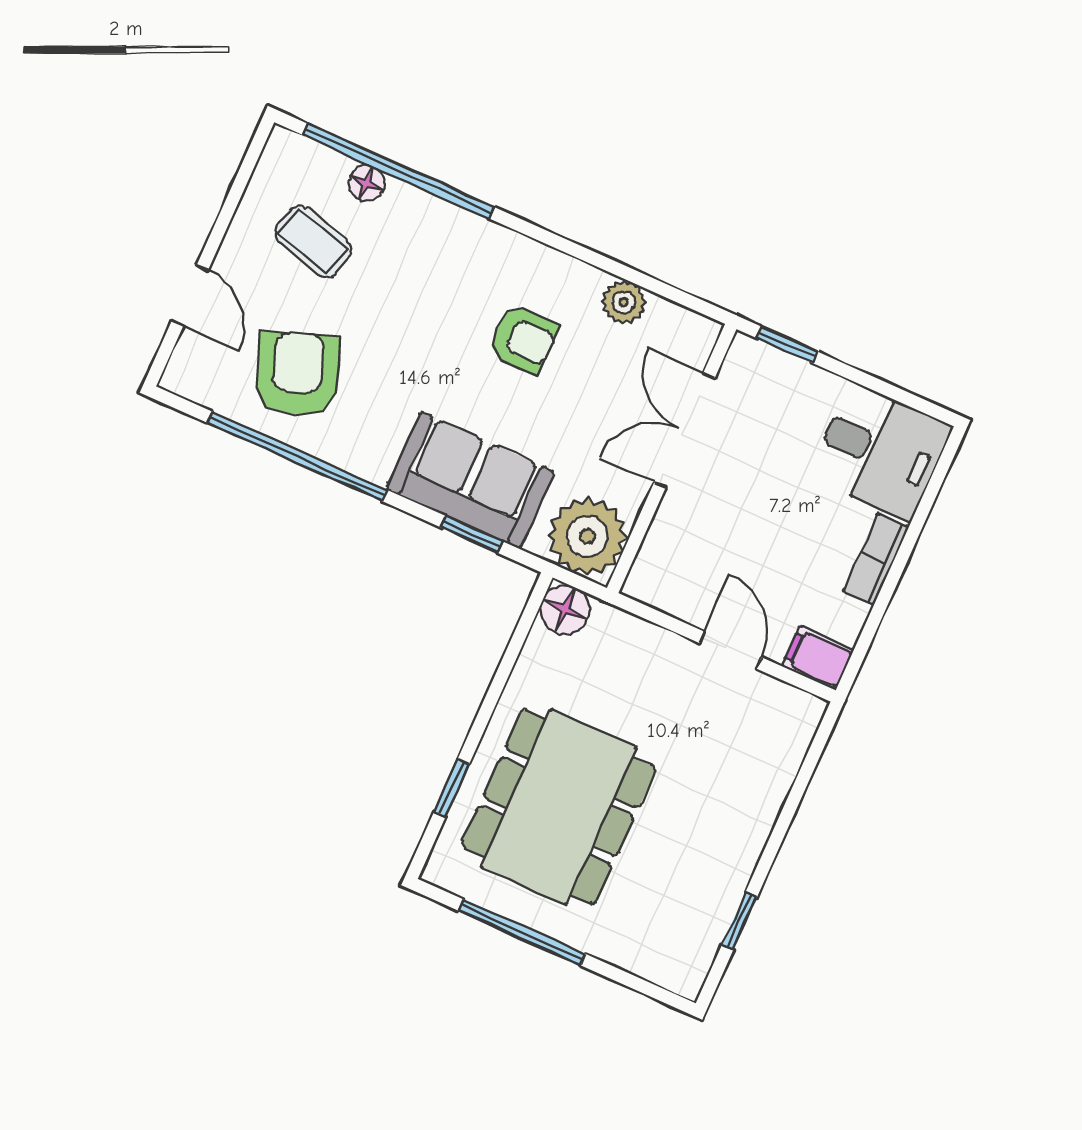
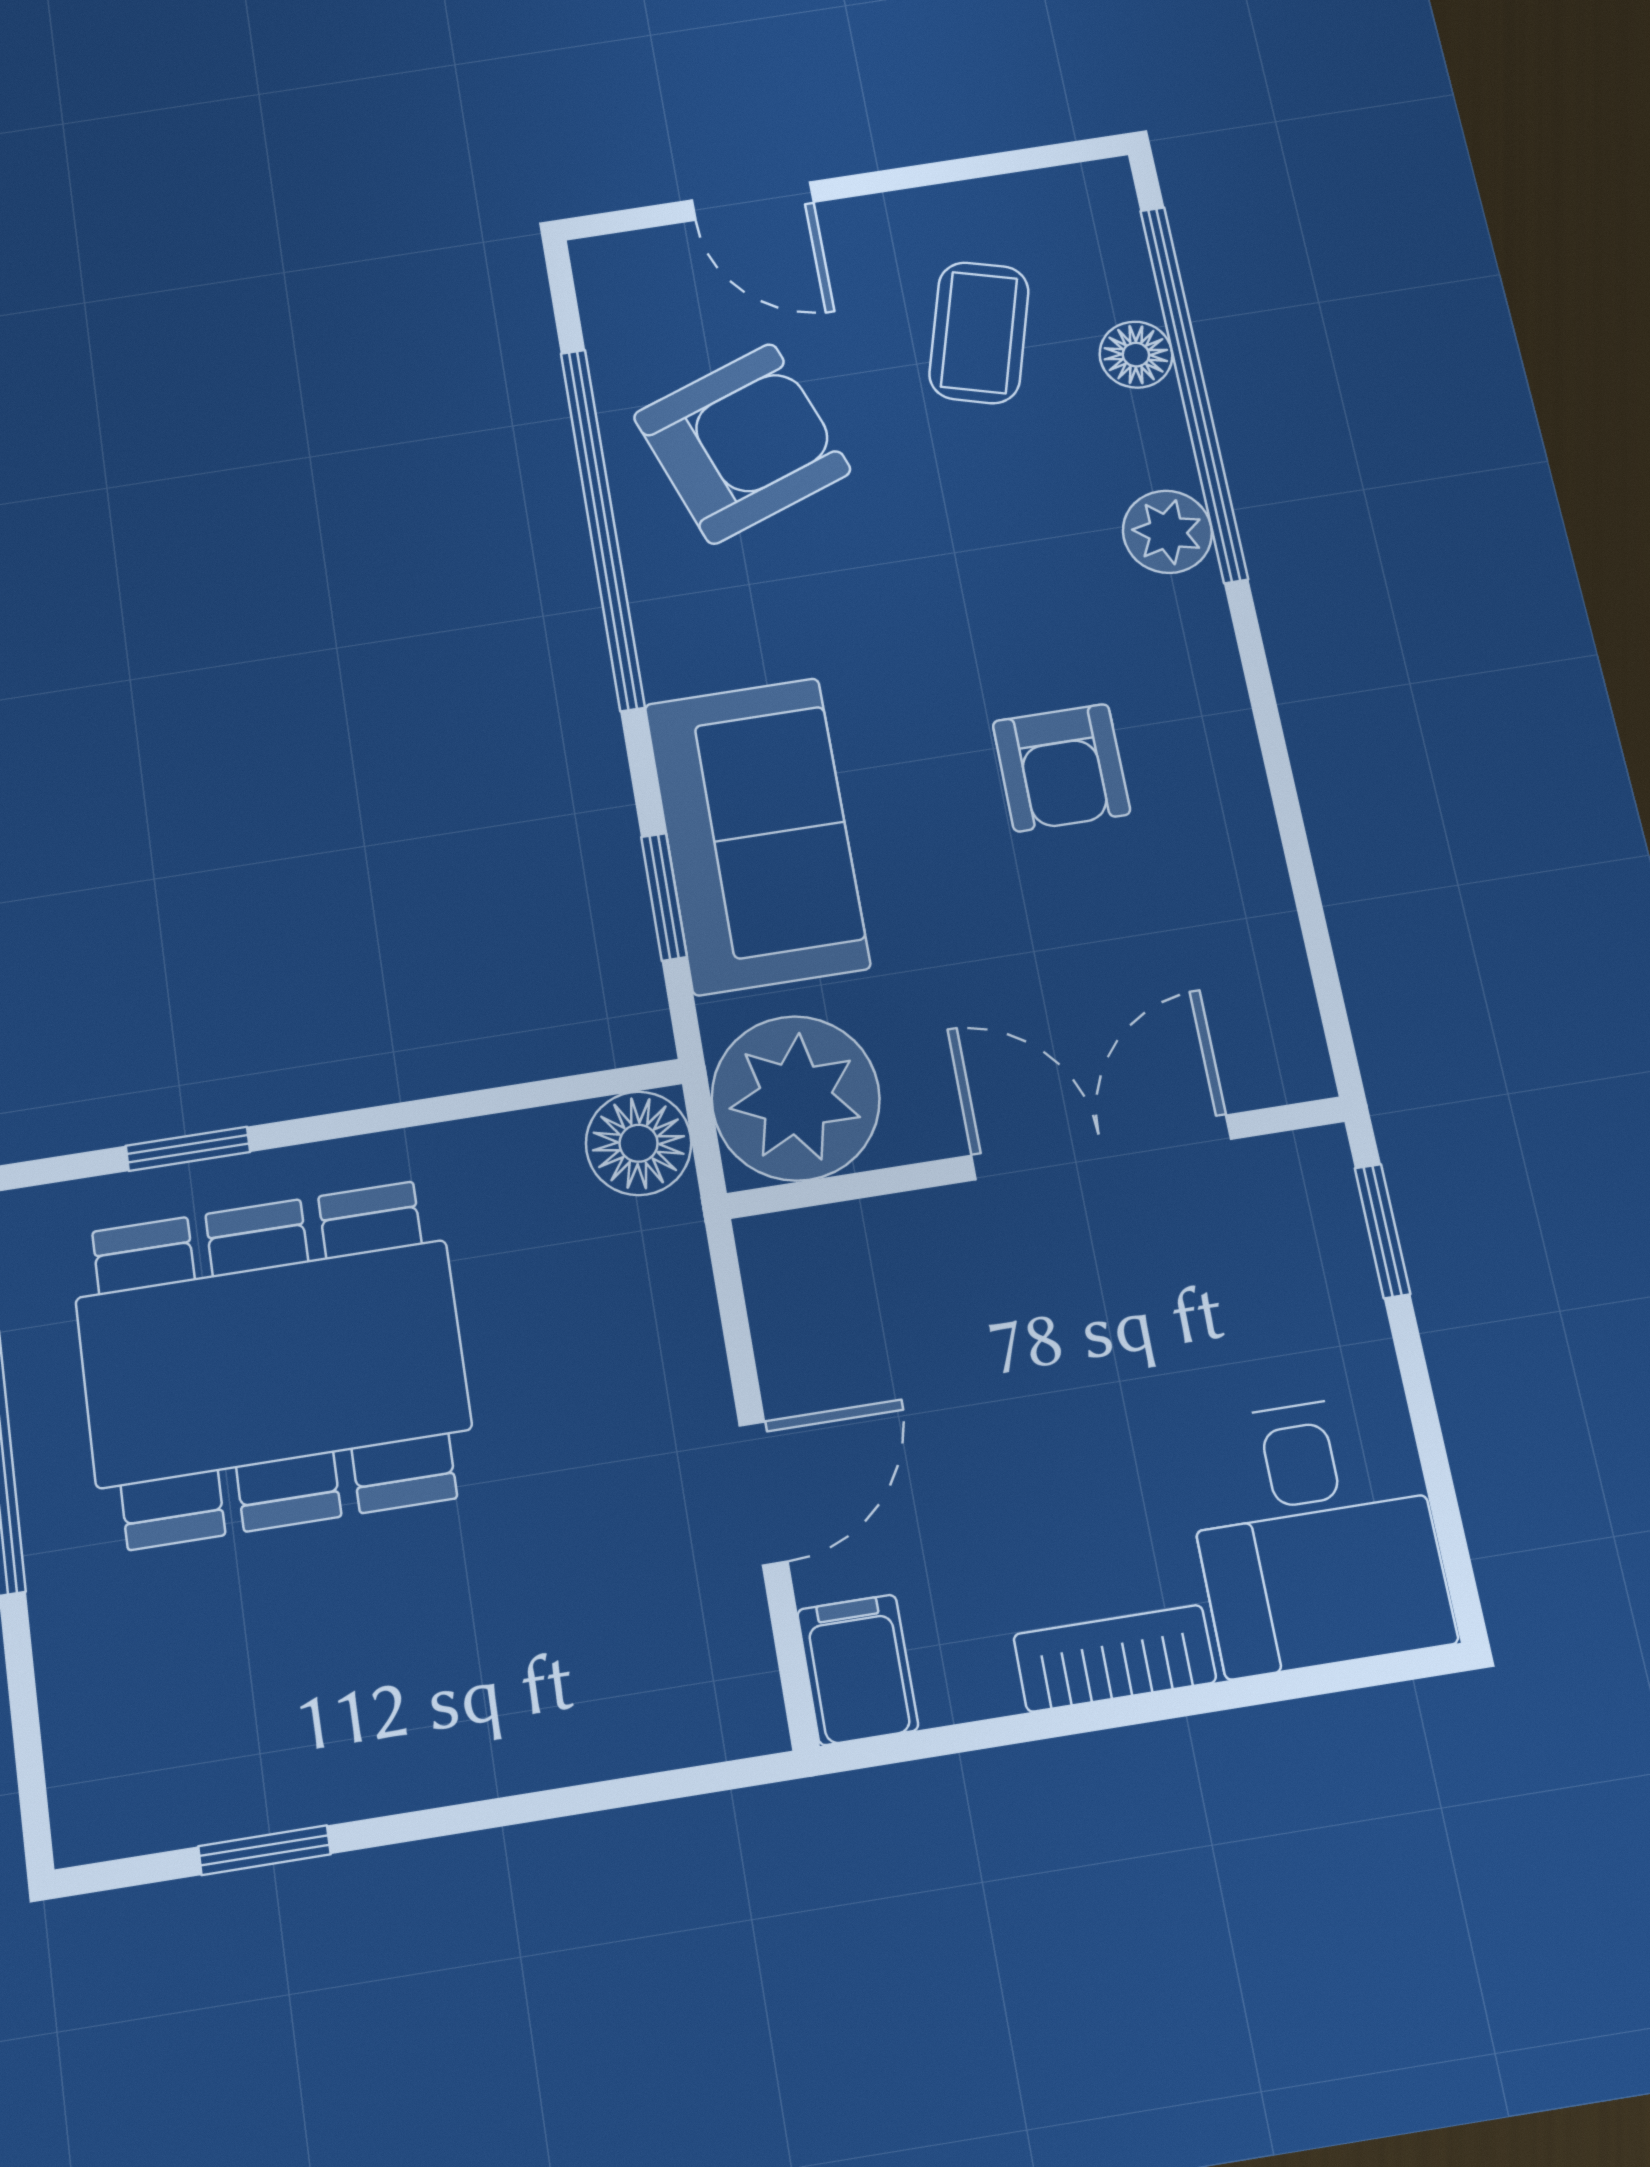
door: (190, 296) -> (753, 201), hinge flipped
plant: (624, 302) -> (1167, 532), moved

